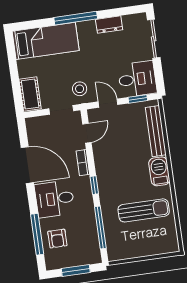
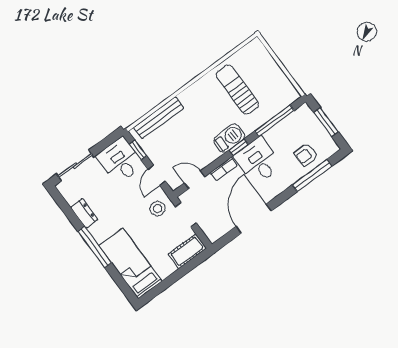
barbecue: (159, 171) -> (229, 138), moved, turned 180
desk: (55, 199) -> (258, 161), moved, turned 180
armchair: (57, 239) -> (306, 155), turned 180

